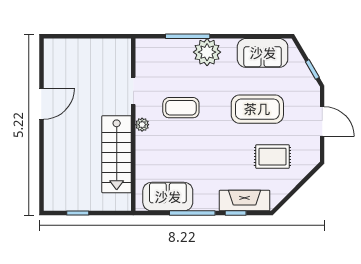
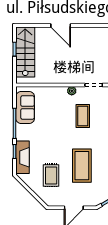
door: (41, 104) -> (61, 26), moved
stairs: (117, 154) -> (25, 52), moved, turned 90

